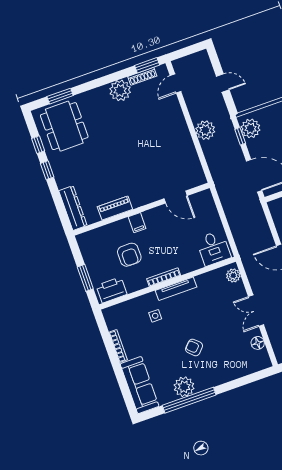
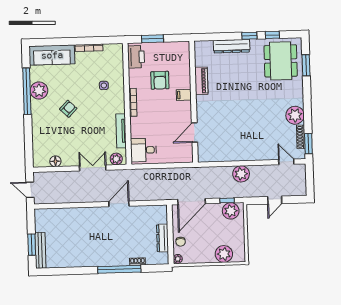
dining table: (64, 126) -> (281, 61), turned 90
dresser: (73, 208) -> (232, 46), moved
armchair: (129, 255) -> (160, 80), turned -90
tv unit: (176, 289) -> (121, 131), moved
double door: (256, 311) -> (93, 168), moved

